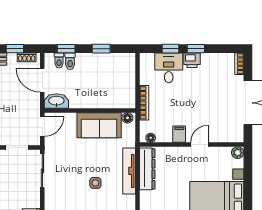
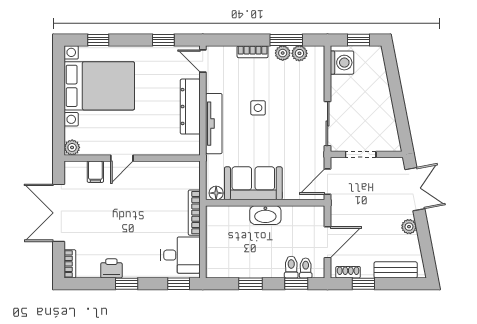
window: (170, 49) -> (179, 284), moved
printer: (192, 60) -> (111, 268), moved
desk: (169, 68) -> (180, 255), moved, turned -90
door: (42, 80) -> (328, 242), hinge flipped
washbasin: (56, 101) -> (265, 215), moved
filing cabinet: (179, 134) -> (95, 172), moved
floor lamp: (151, 138) -> (186, 167), removed
dresser: (147, 169) -> (190, 107), moved

